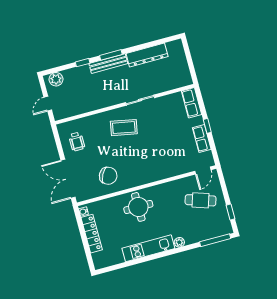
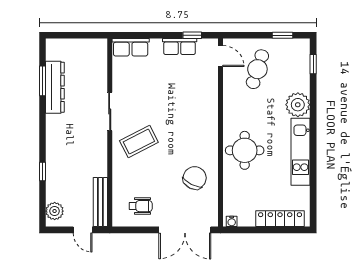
window: (111, 55) -> (42, 81), moved
bench: (108, 64) -> (100, 202), moved
window: (207, 126) -> (192, 35), moved
coffee table: (124, 128) -> (139, 142), turned 52
locker: (92, 234) -> (280, 219), moved
window: (215, 240) -> (313, 64), width x0.46
plant: (179, 242) -> (298, 105), width x1.88, depth x1.88

